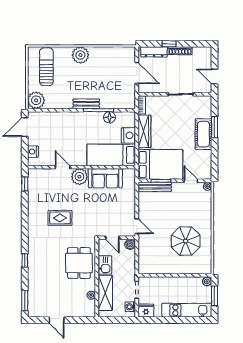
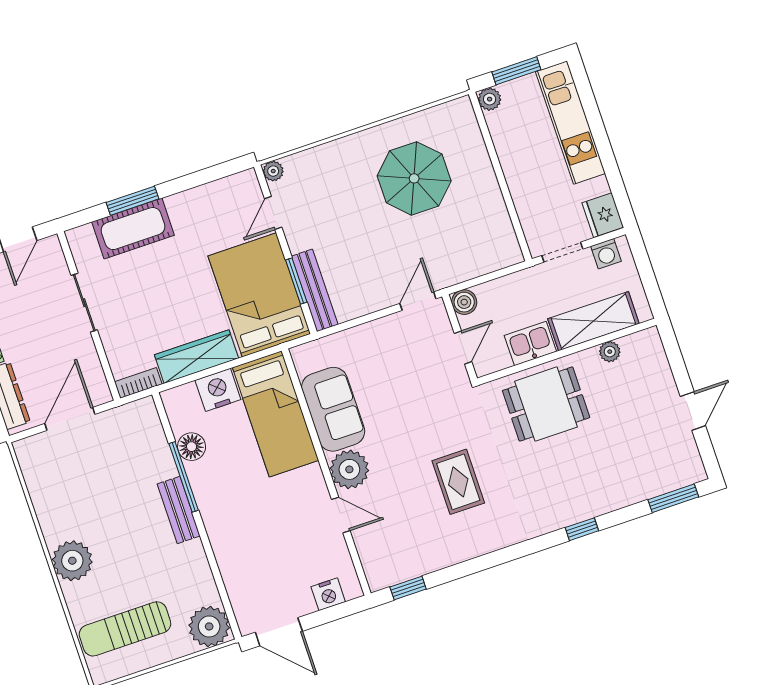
cot: (203, 134) -> (133, 229), moved
door: (63, 167) -> (341, 515), swing flipped

